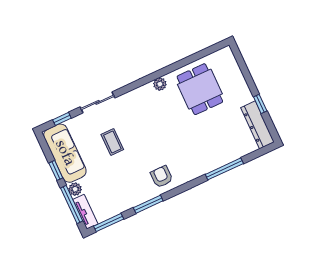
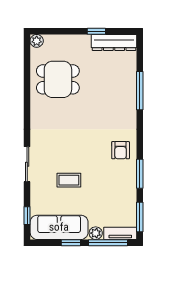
plant: (160, 84) -> (37, 41), moved
sliding door: (97, 102) -> (27, 164), moved
armchair: (162, 177) -> (121, 150), turned -90

